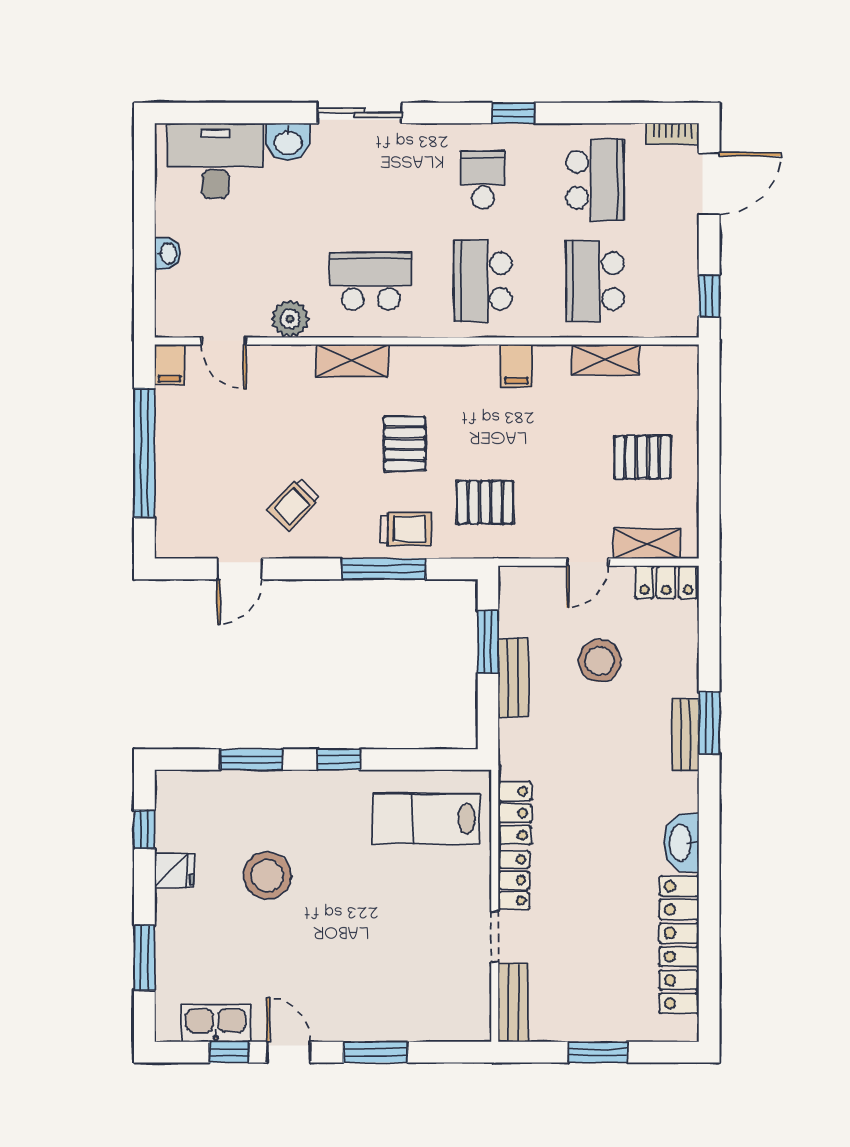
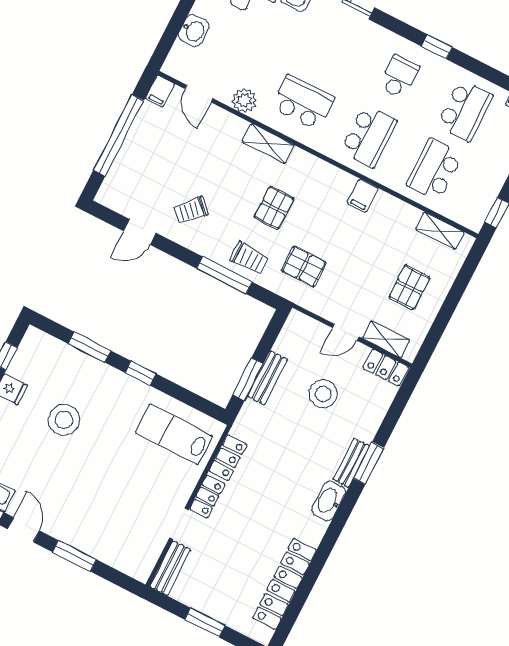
washbasin: (167, 253) -> (194, 31), width x1.38, depth x1.45
school desk: (483, 281) -> (369, 136), turned 180
shelving: (605, 360) -> (440, 231), moved
pallet: (642, 457) -> (409, 287), turned 90
window: (488, 642) -> (248, 379), moved
washbasin: (681, 843) -> (329, 501), moved

